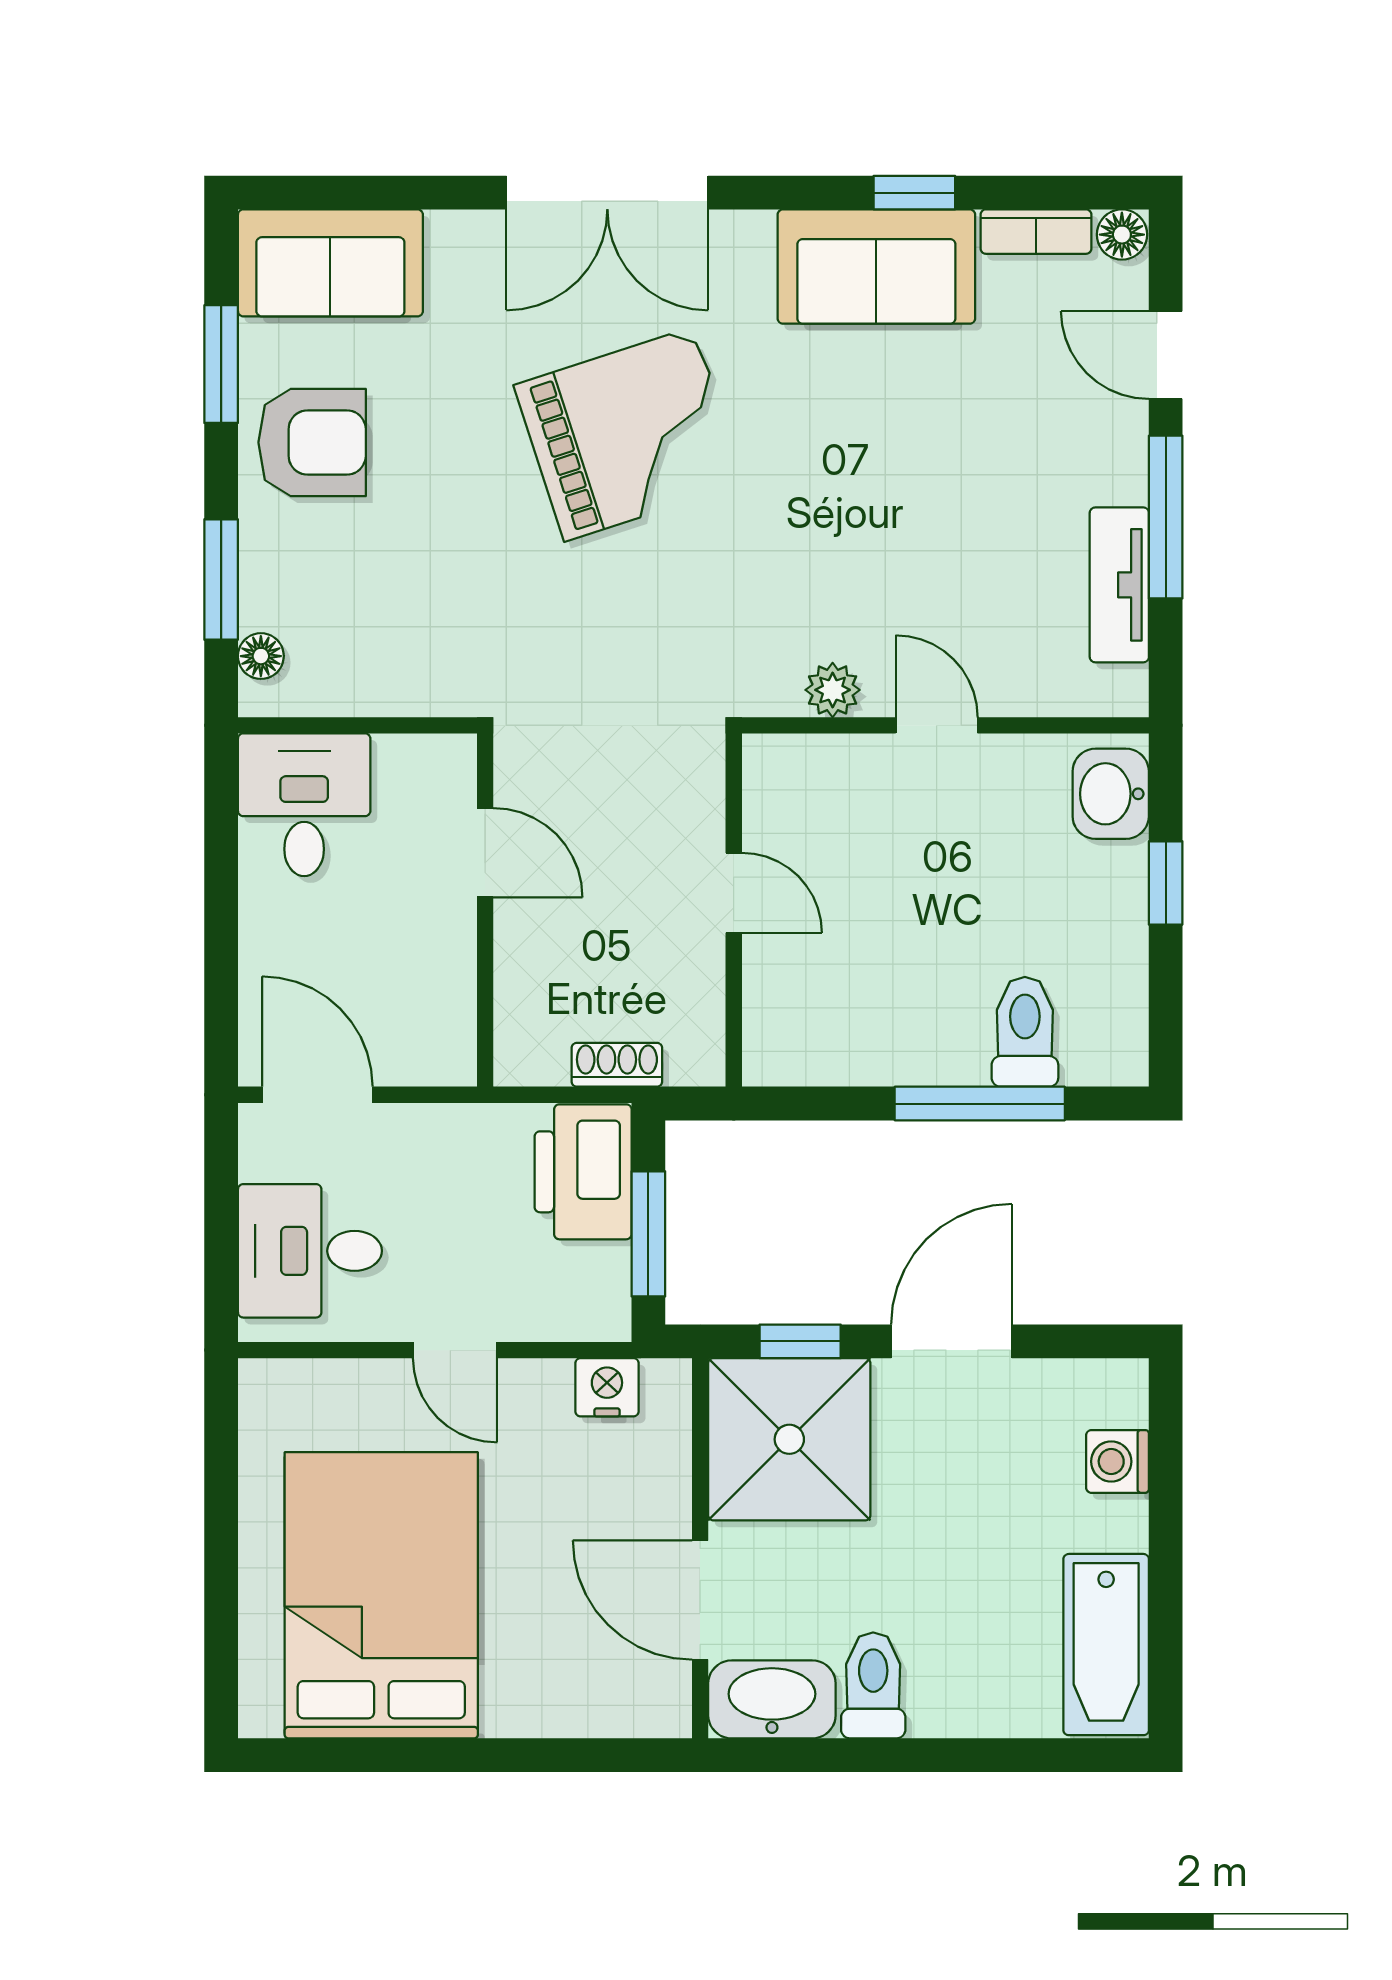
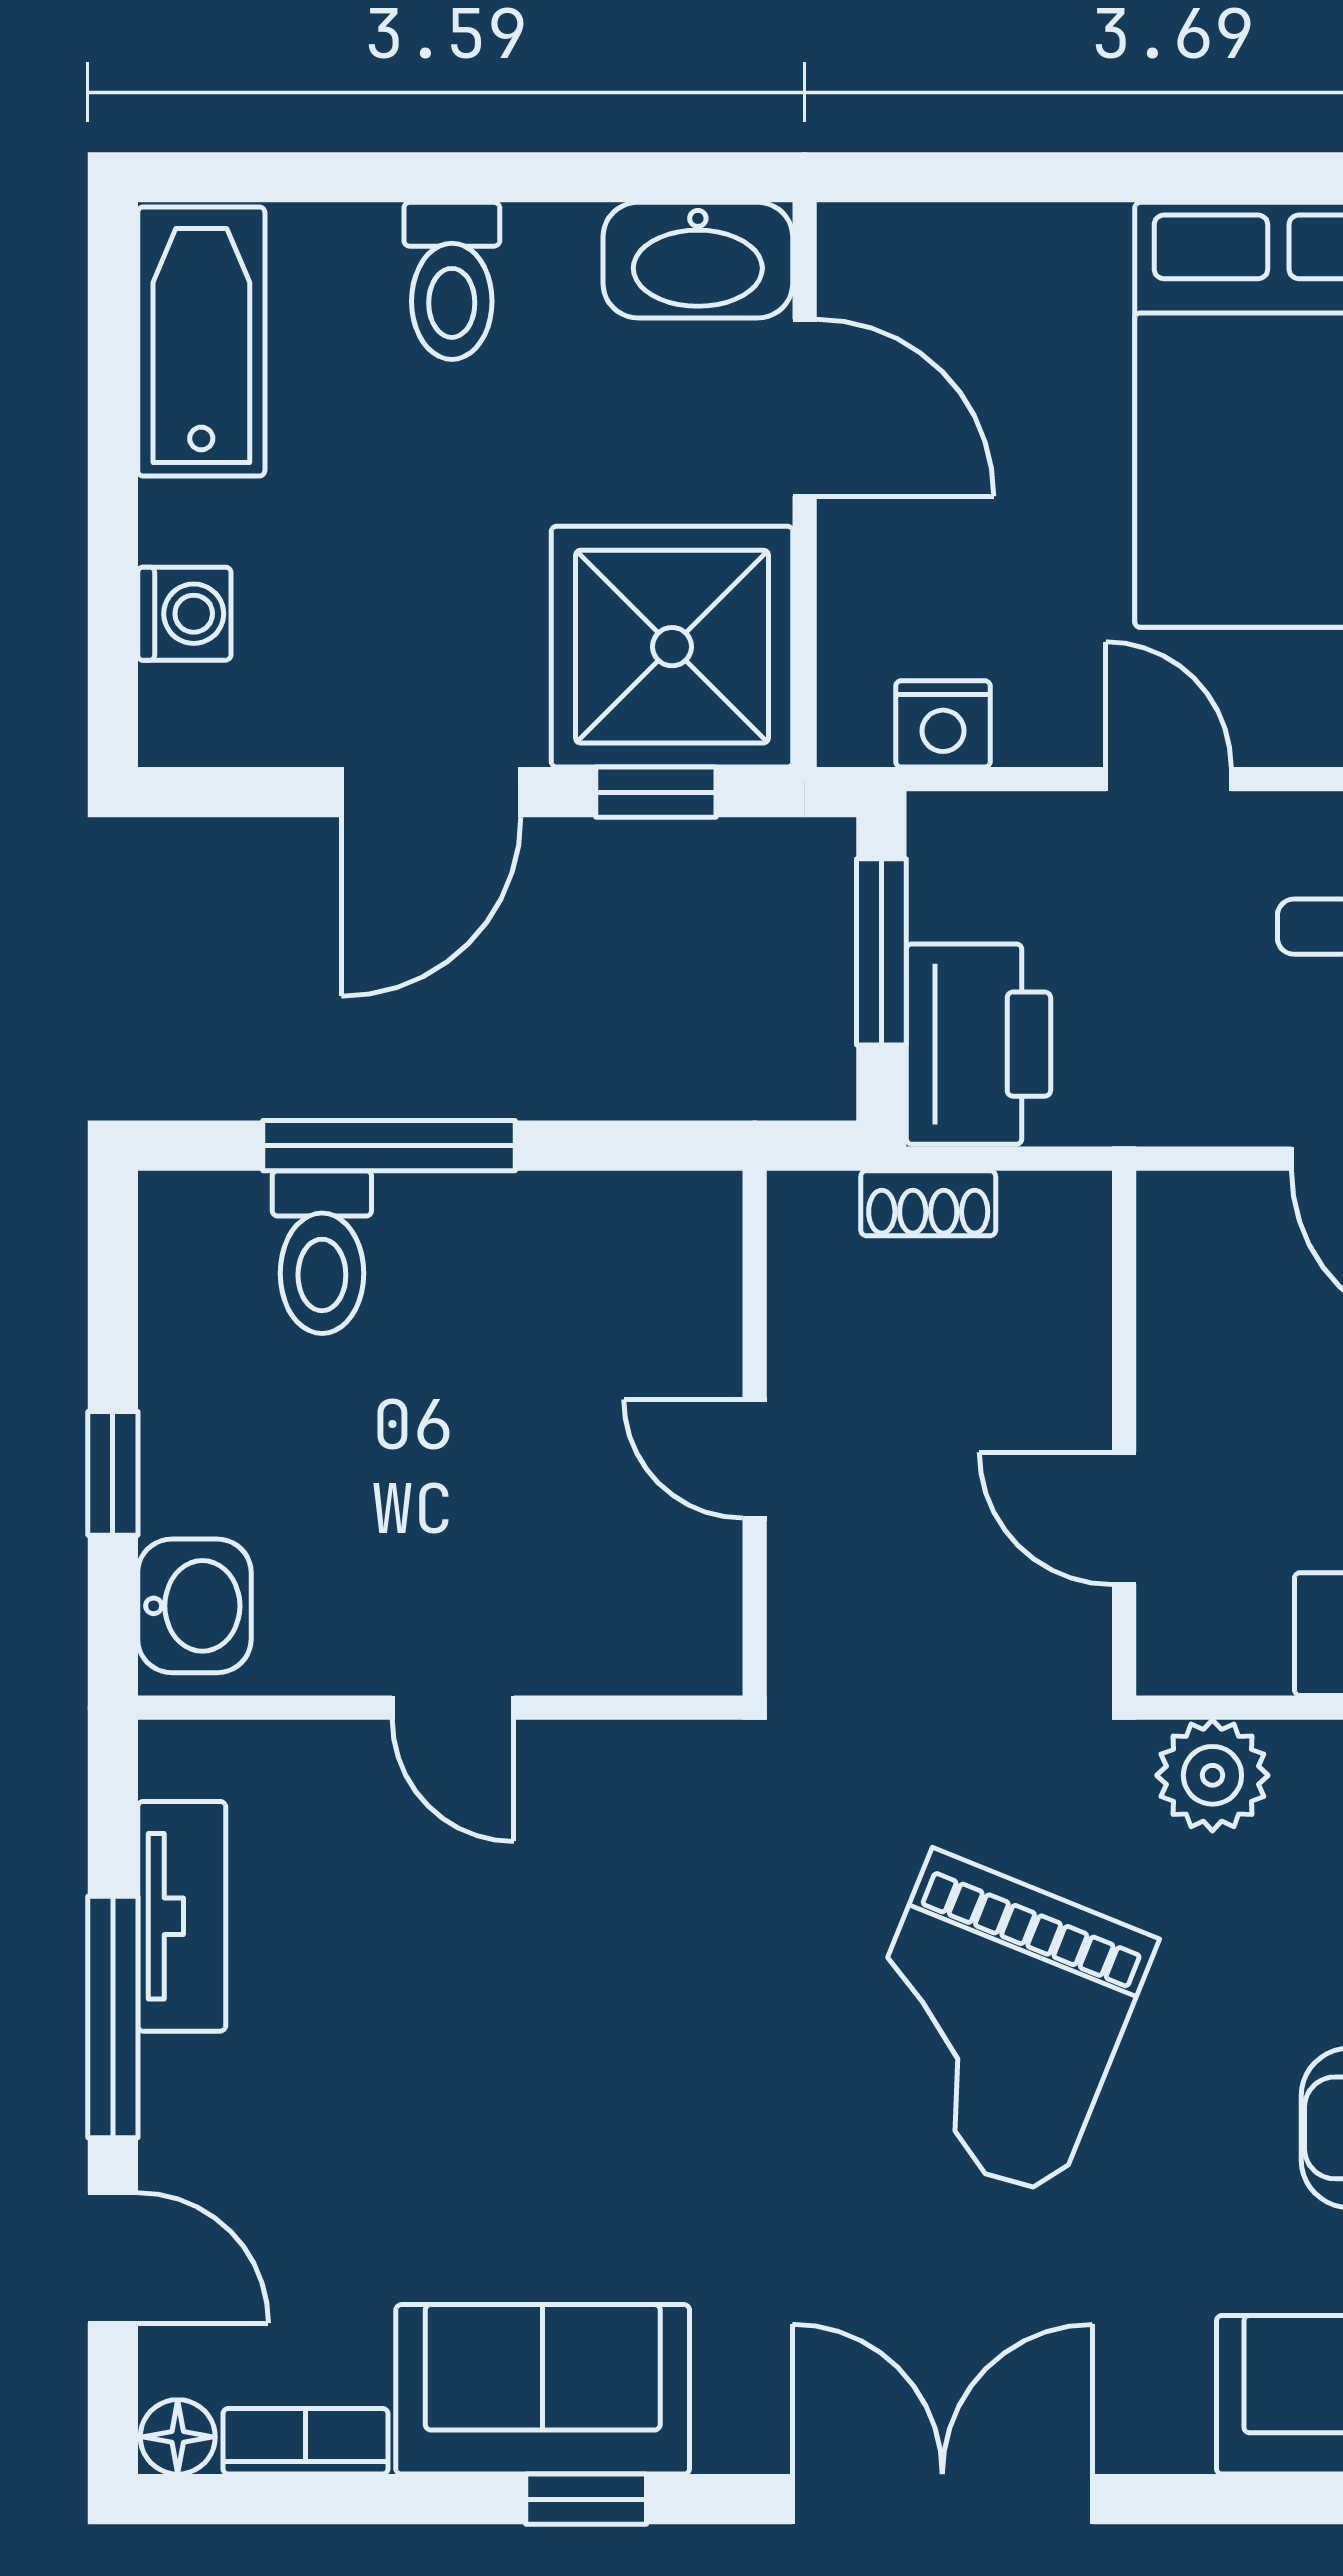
window: (914, 193) -> (586, 2499), moved
grand piano: (629, 434) -> (993, 2024), moved, turned -50
plant: (833, 690) -> (1212, 1775), moved, width x1.38, depth x1.38
toilet: (873, 1685) -> (452, 281), moved

